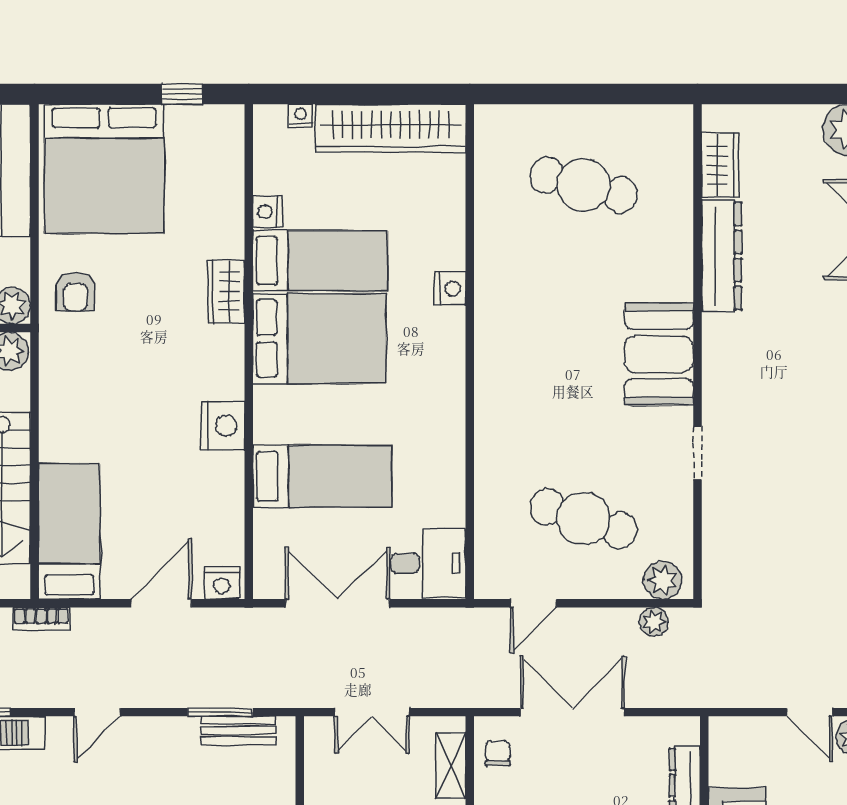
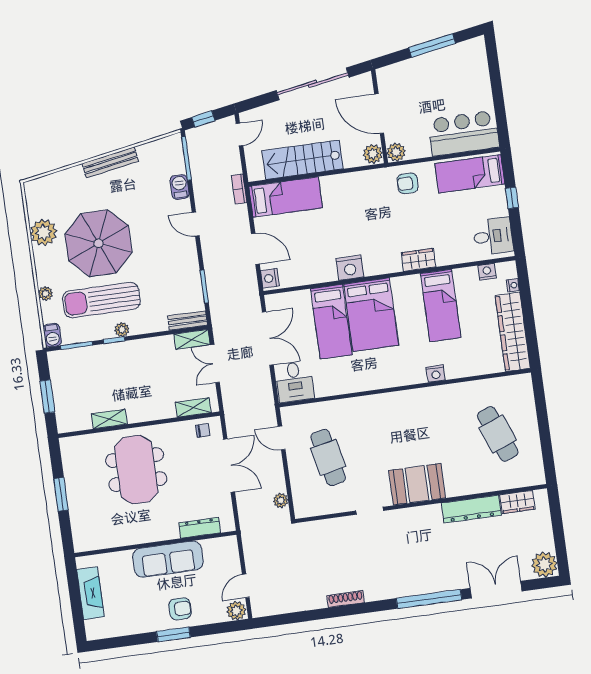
window: (182, 94) -> (512, 198), moved
desk: (200, 141) -> (493, 236), added
bed: (104, 169) -> (470, 174), width x0.49
cafe table: (584, 185) -> (498, 434), turned -36
nightstand: (267, 212) -> (487, 272), moved
bed: (319, 339) -> (371, 315), moved
cafe table: (584, 519) -> (328, 457), turned -30
plant: (663, 580) -> (302, 502), removed
bench: (238, 730) -> (187, 320), moved, turned 90
shelving: (319, 750) -> (192, 339), added

